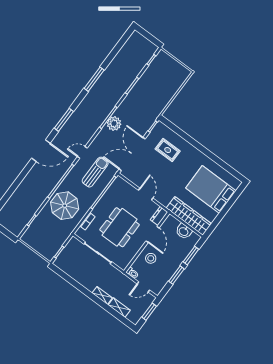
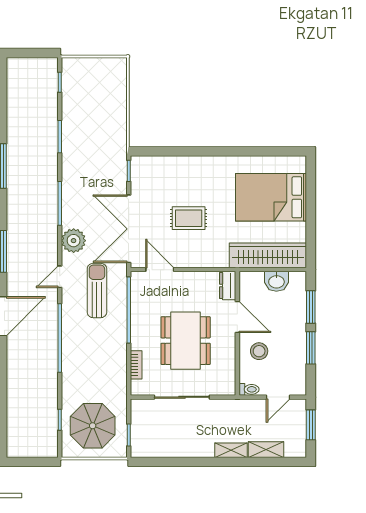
plant: (114, 124) -> (74, 241), moved
rug: (168, 150) -> (189, 218), moved
door: (146, 194) -> (160, 270), moved
parasol: (65, 206) -> (93, 426), moved

